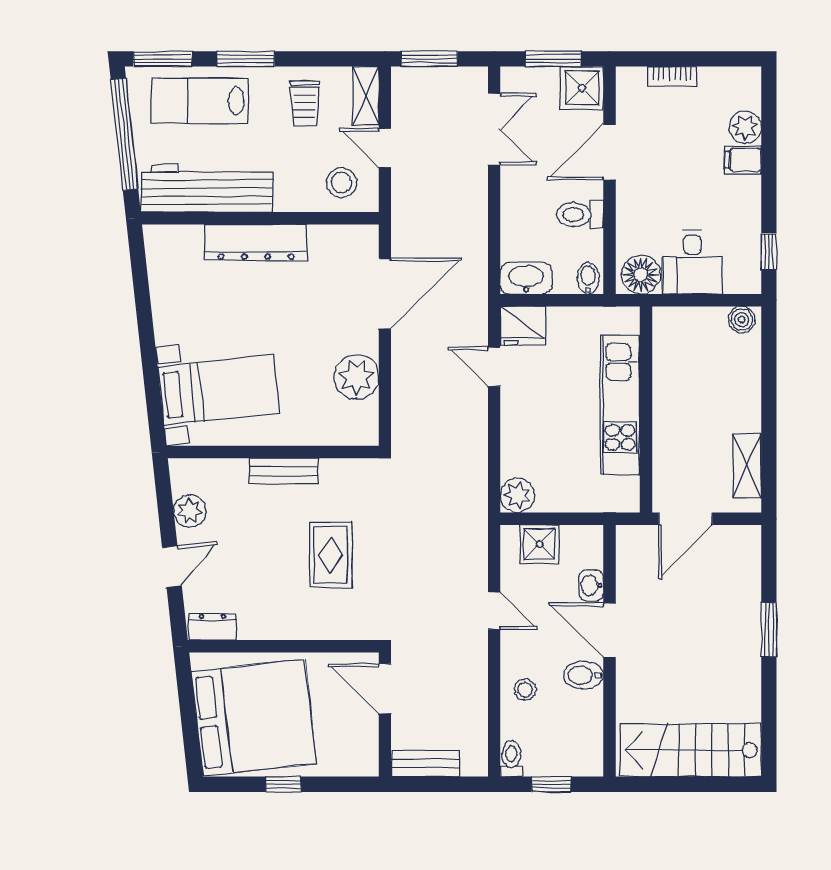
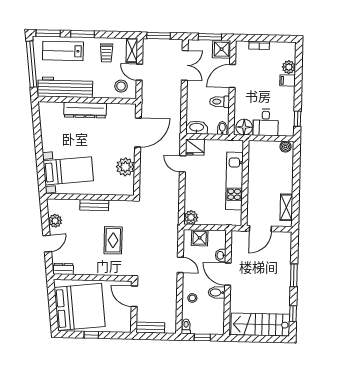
window: (769, 722) -> (293, 314), added

